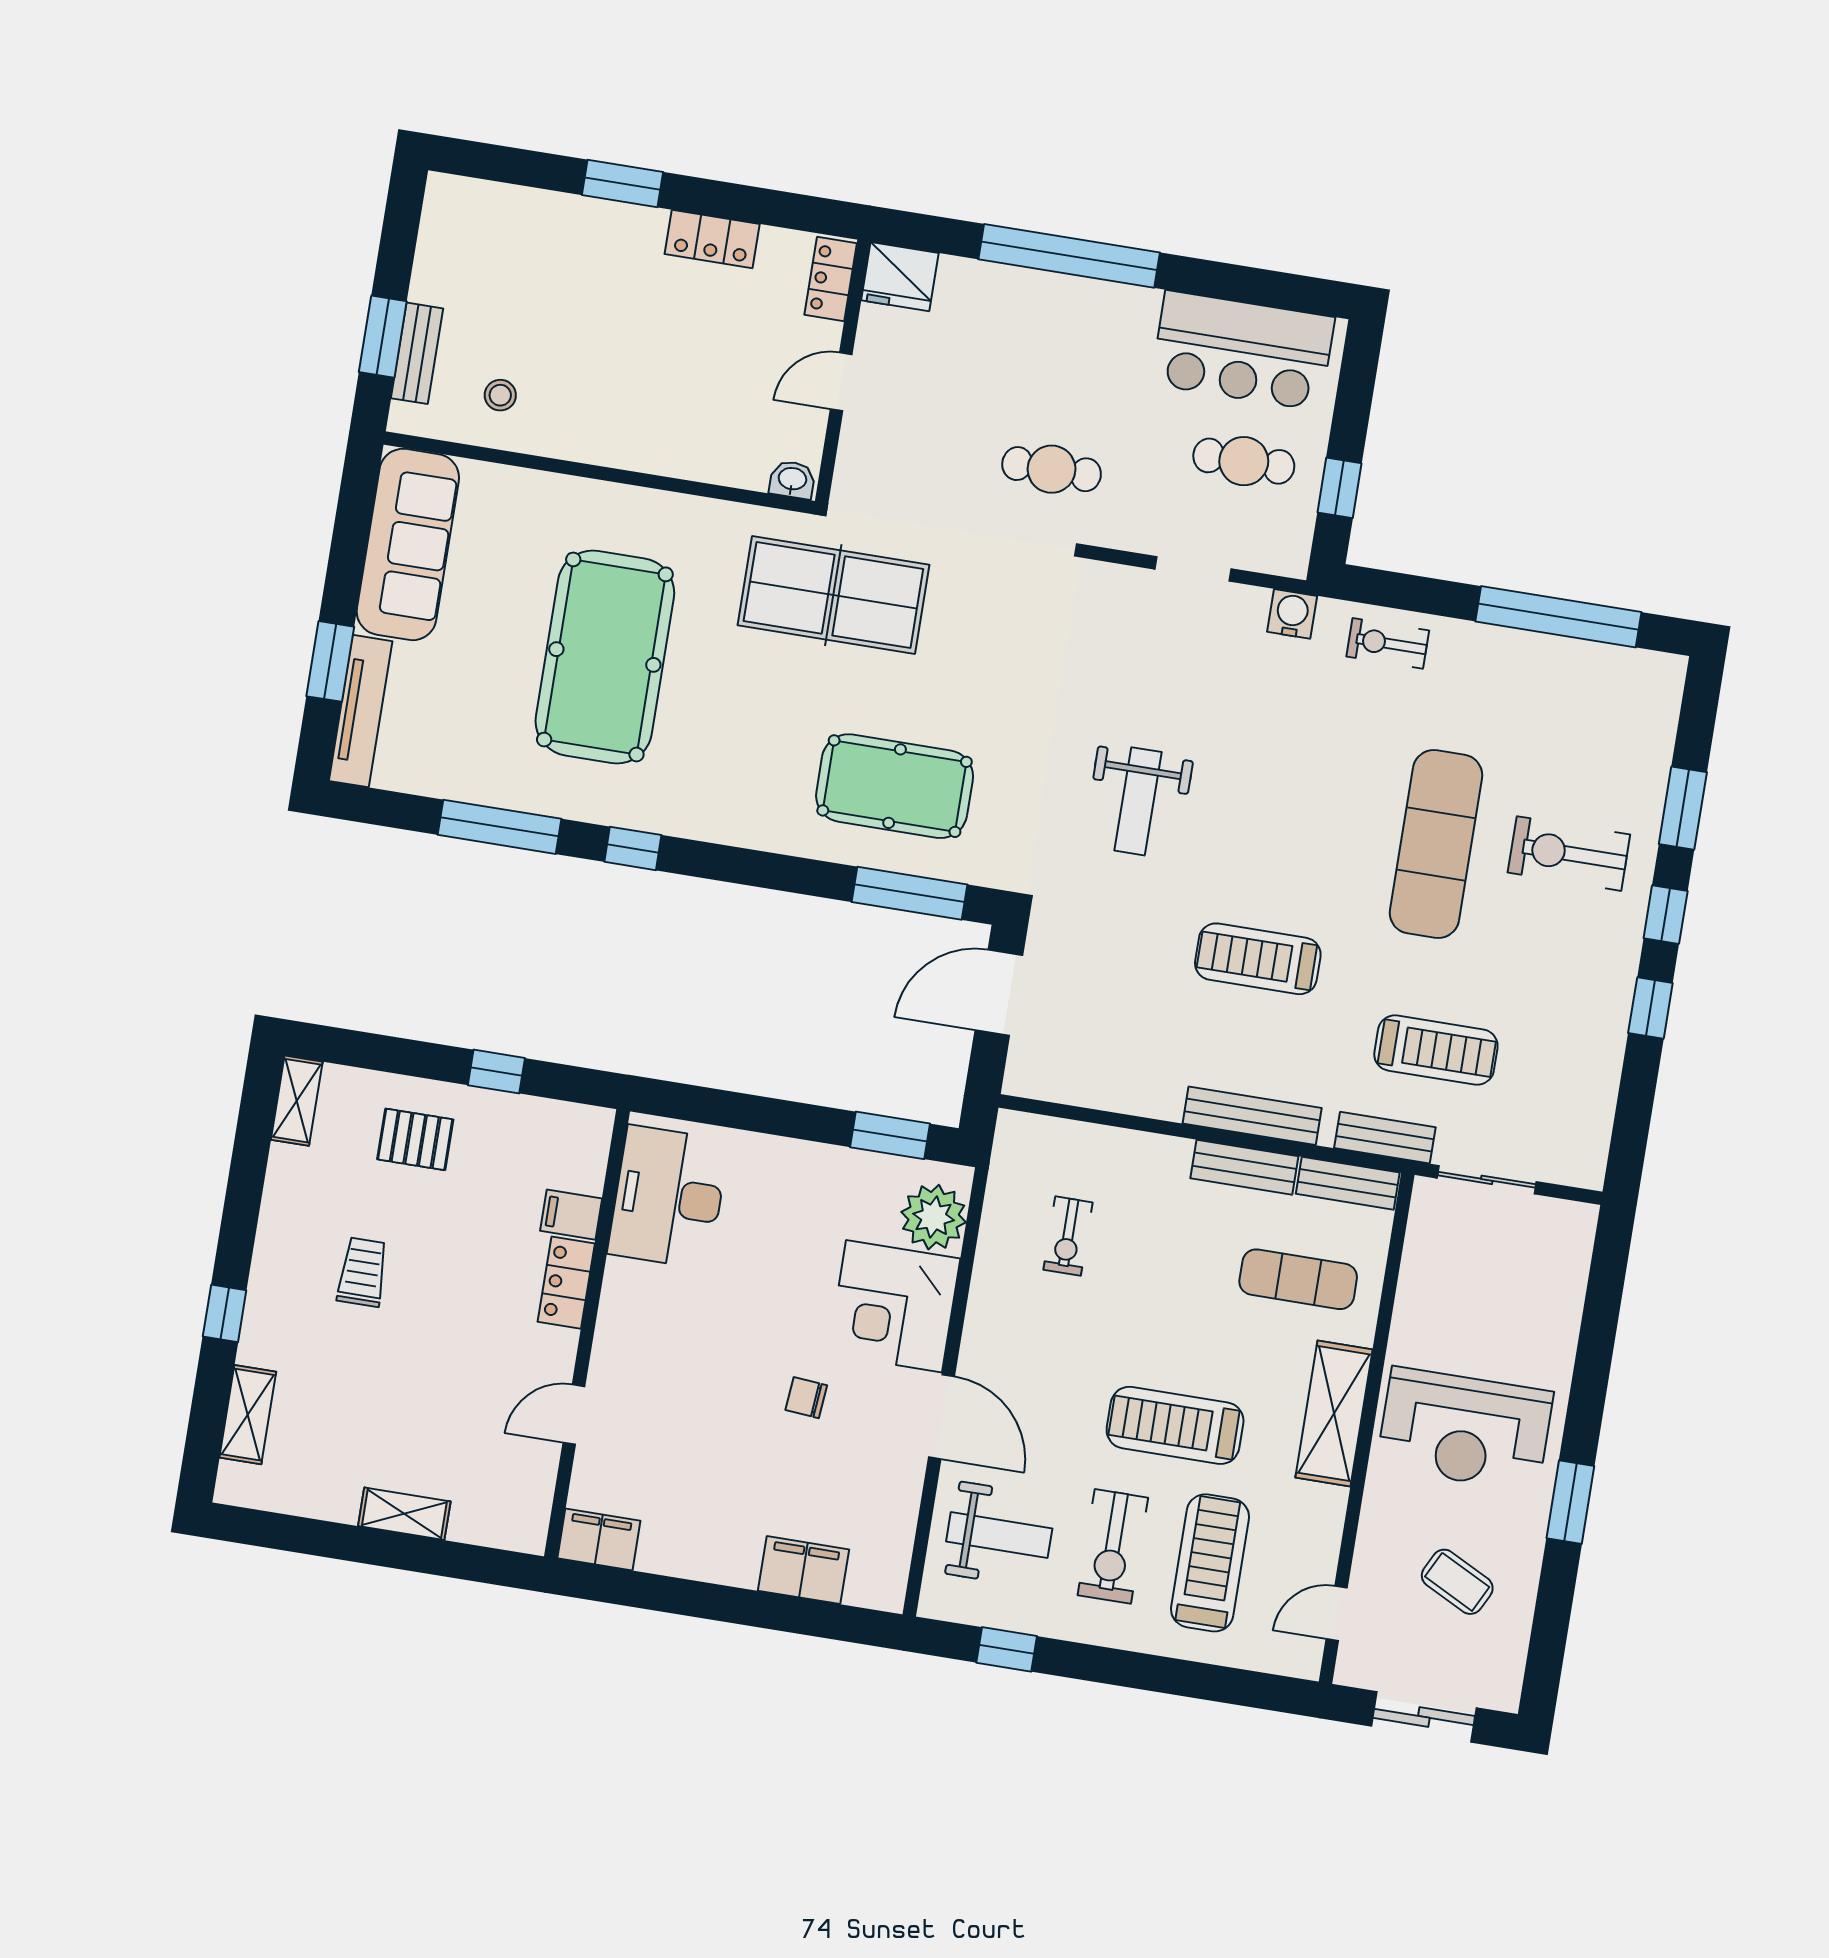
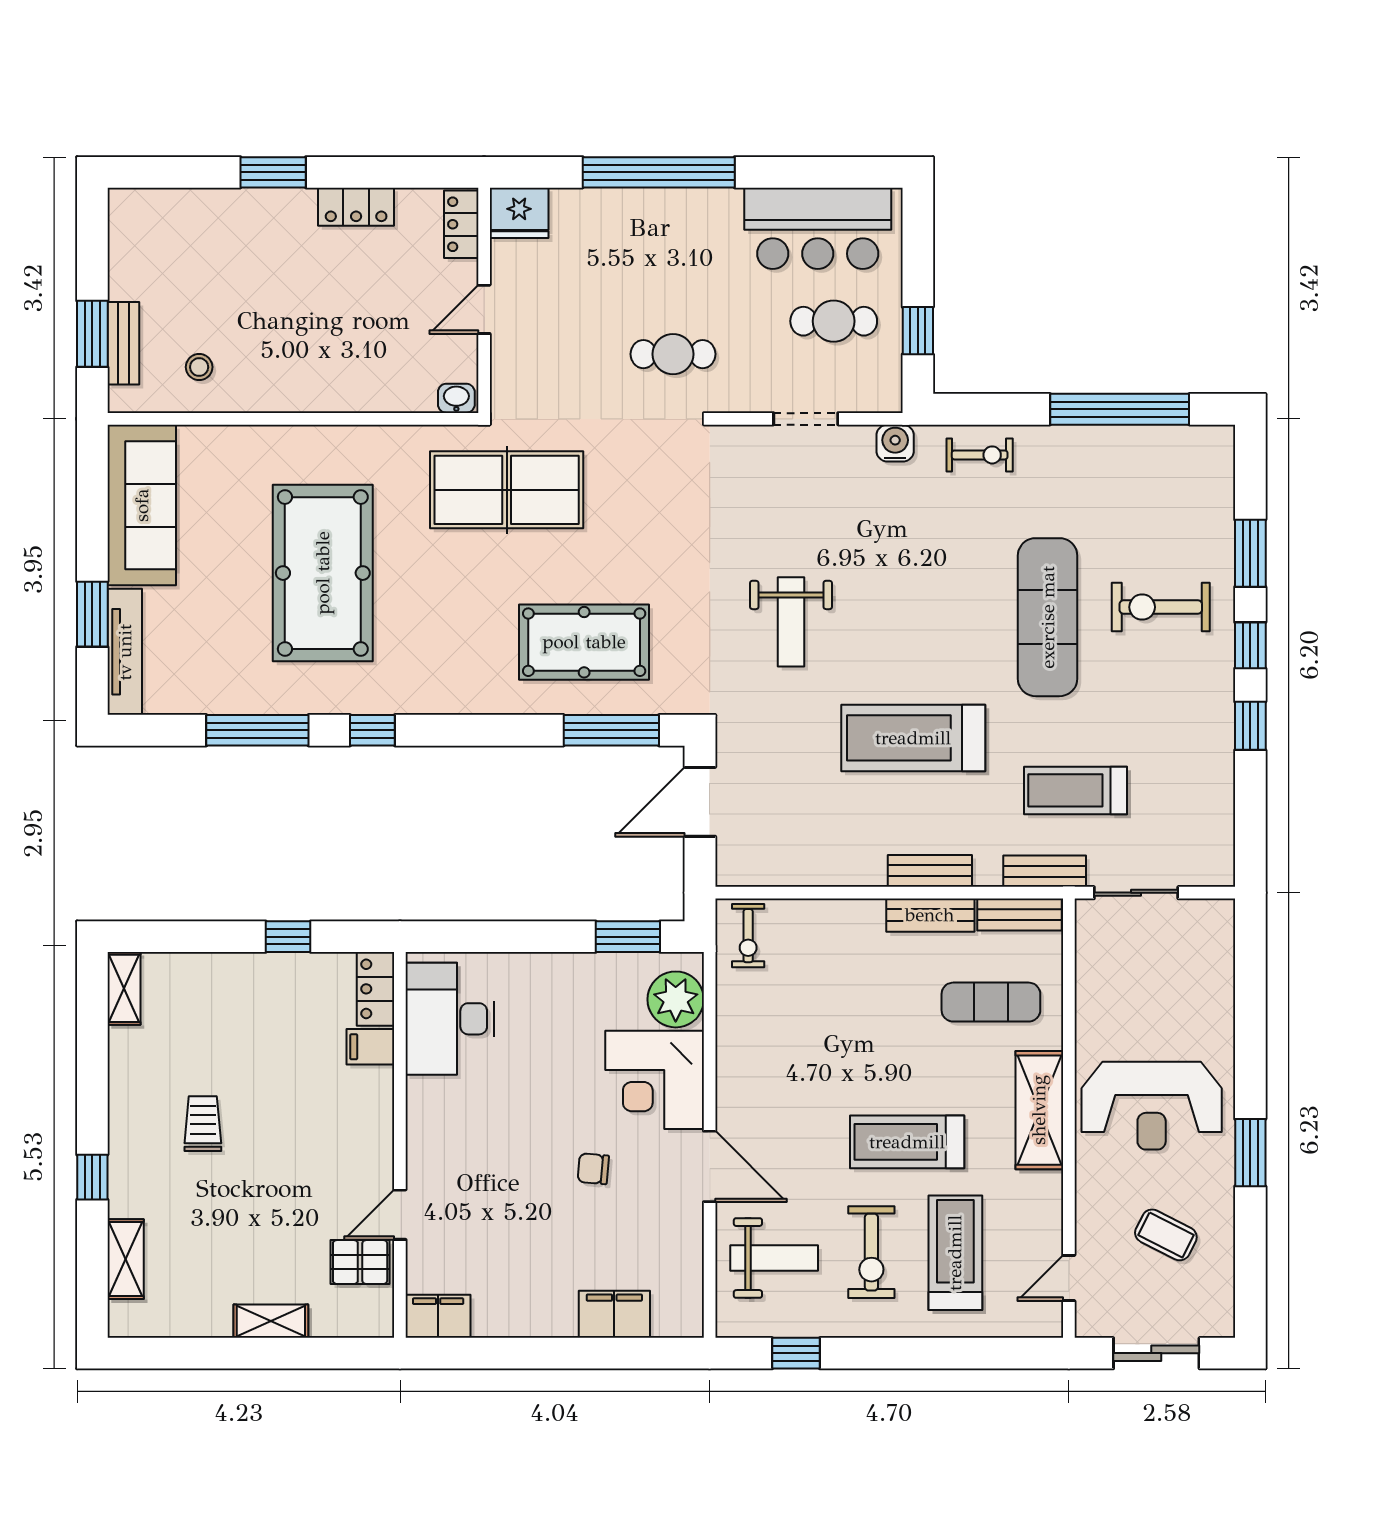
exercise bike: (1388, 643) -> (980, 455), turned 180
treadmill: (1258, 959) -> (913, 738), width x1.37, depth x1.38
treadmill: (1436, 1050) -> (1076, 790), turned 180
bench: (1252, 1116) -> (930, 871), width x0.73
pallet: (415, 1139) -> (360, 1262), moved
exercise bike: (1068, 1236) -> (748, 936), moved
locker: (566, 1283) -> (376, 989), moved

